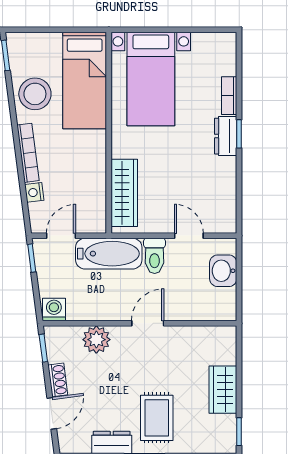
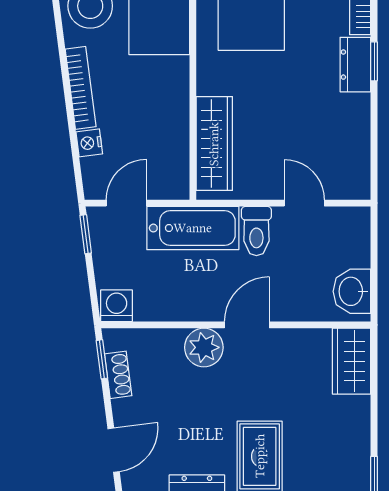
washbasin: (223, 271) -> (352, 291), moved
plant: (96, 340) -> (204, 347), moved
shoe rack: (58, 380) -> (118, 375), moved
wardrobe: (223, 390) -> (352, 361), moved

